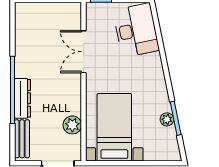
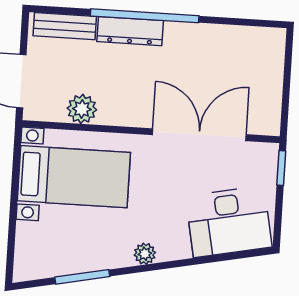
double door: (84, 52) -> (199, 135), width x1.37
plant: (167, 119) -> (145, 254), moved

